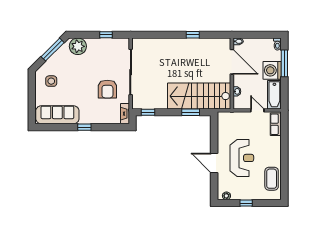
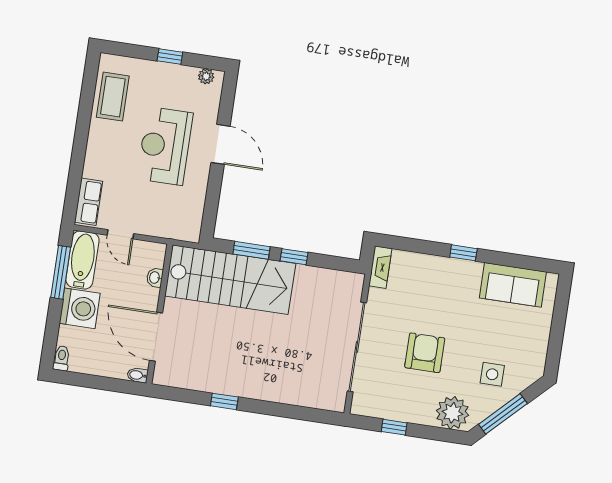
window: (284, 63) -> (61, 272), moved
side table: (51, 81) -> (492, 374), moved
armchair: (107, 89) -> (425, 353), moved
window: (148, 112) -> (294, 257), moved
sofa: (57, 115) -> (513, 285), width x0.73

